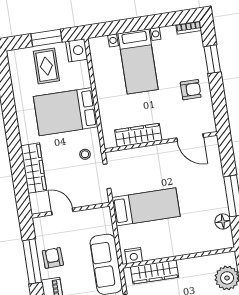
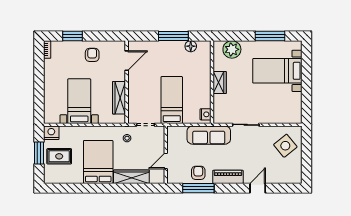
bed with nightstands: (138, 61) -> (79, 101), moved, turned -90
bed: (66, 112) -> (98, 162), moved, turned 180
armchair: (53, 258) -> (198, 173), turned 92
wardrobe: (154, 272) -> (220, 83), moved, width x0.67

